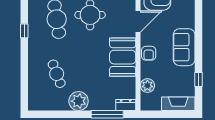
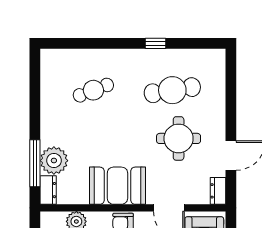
plant: (79, 101) -> (54, 161), moved

